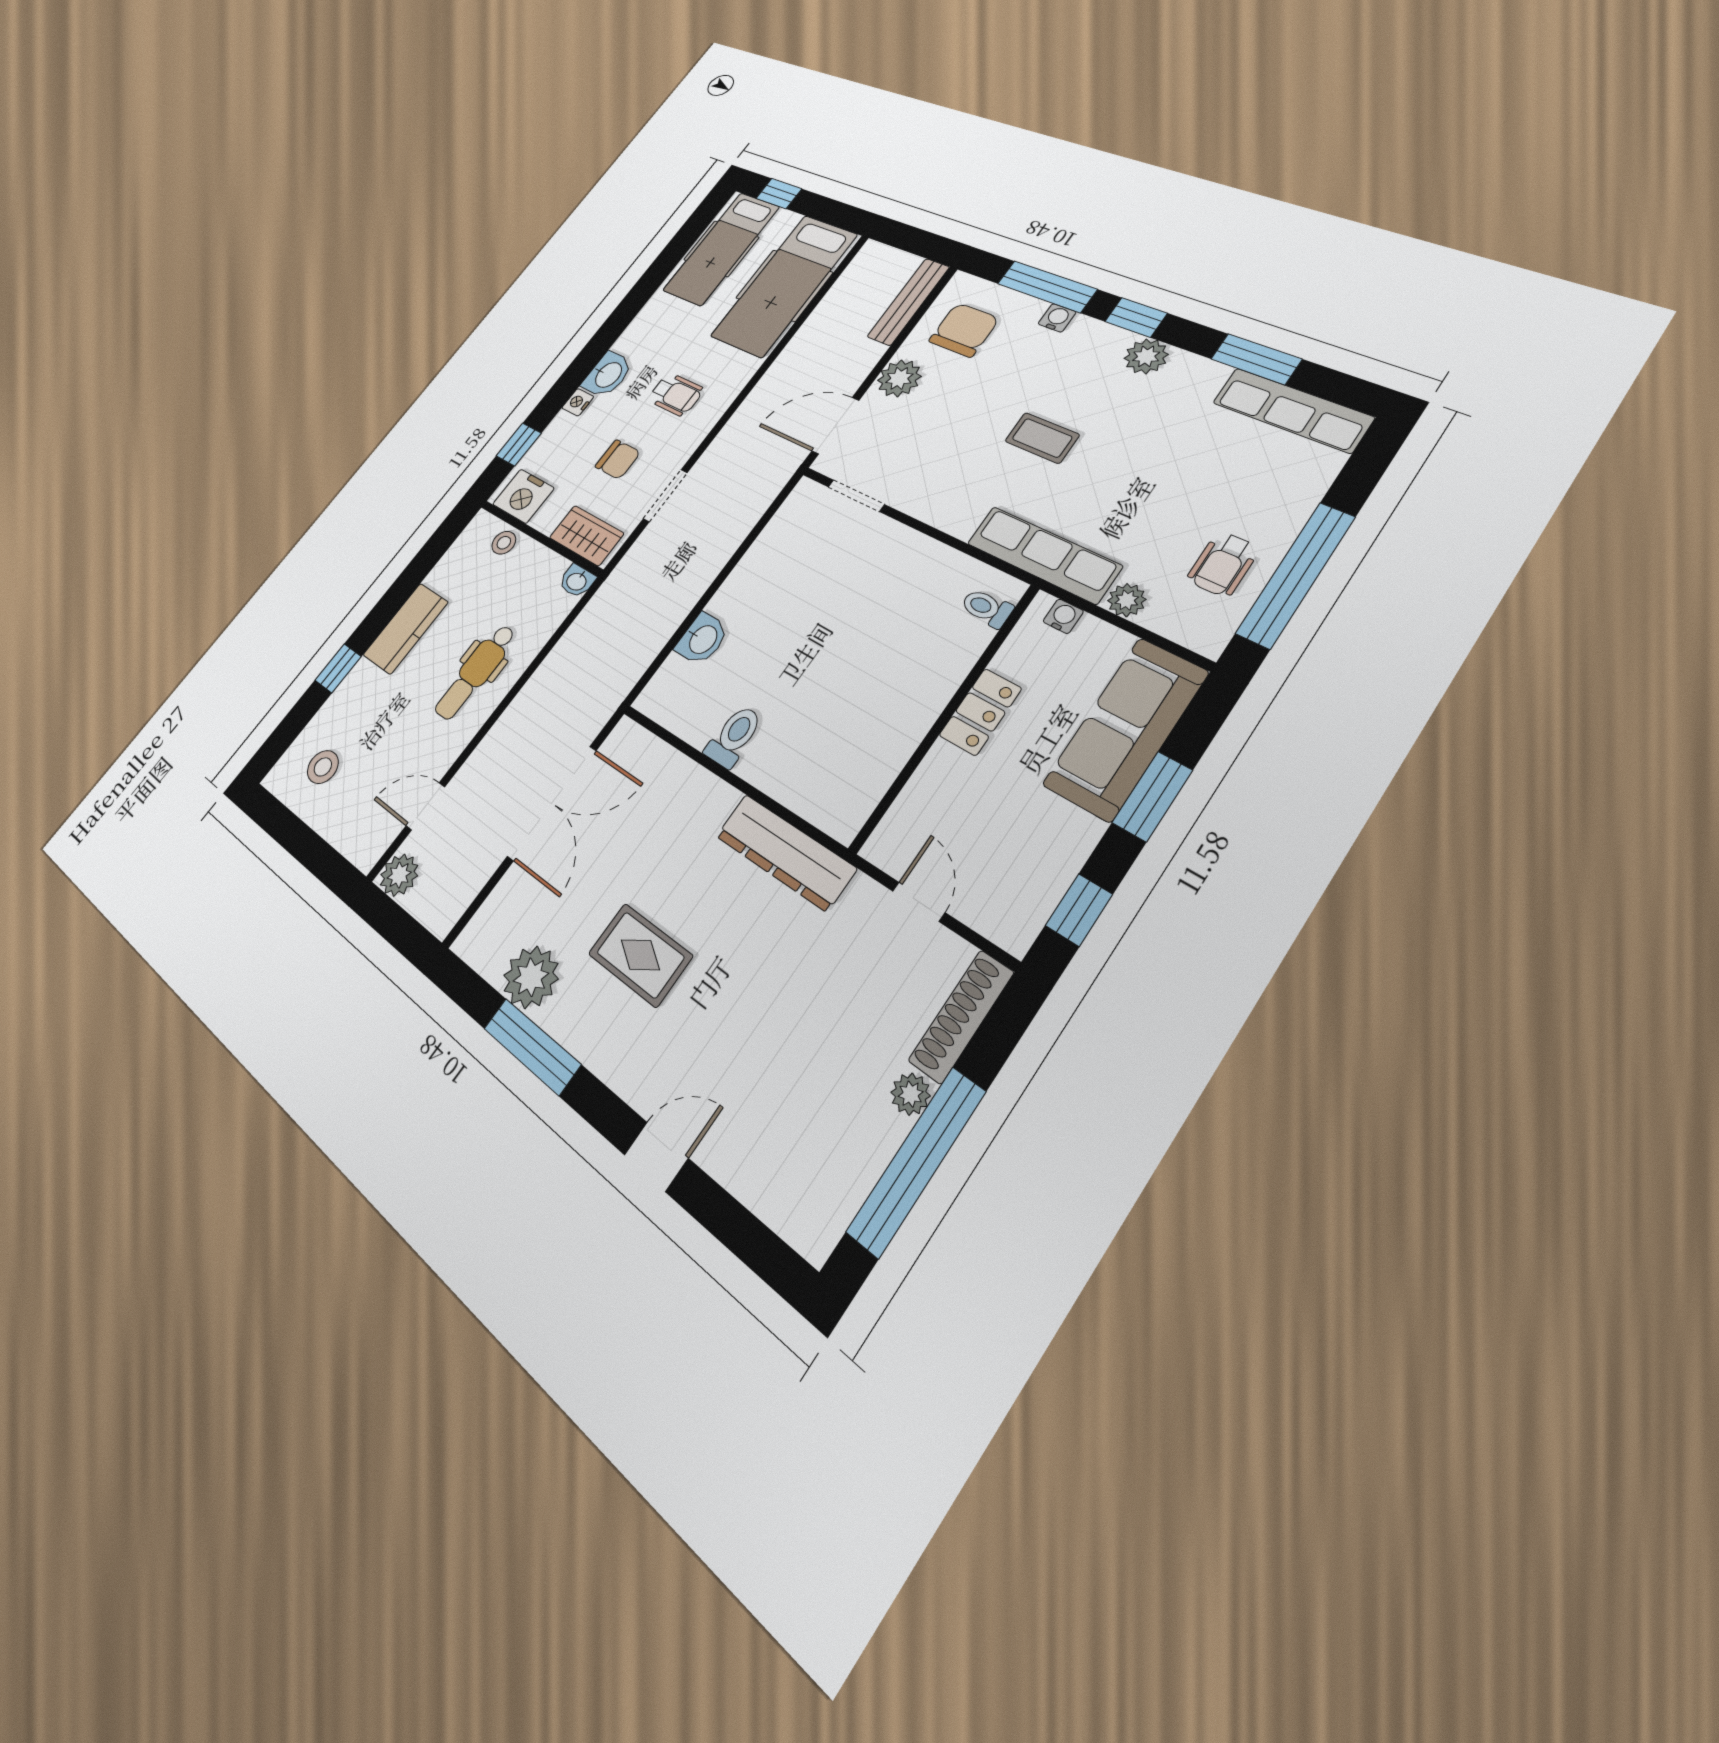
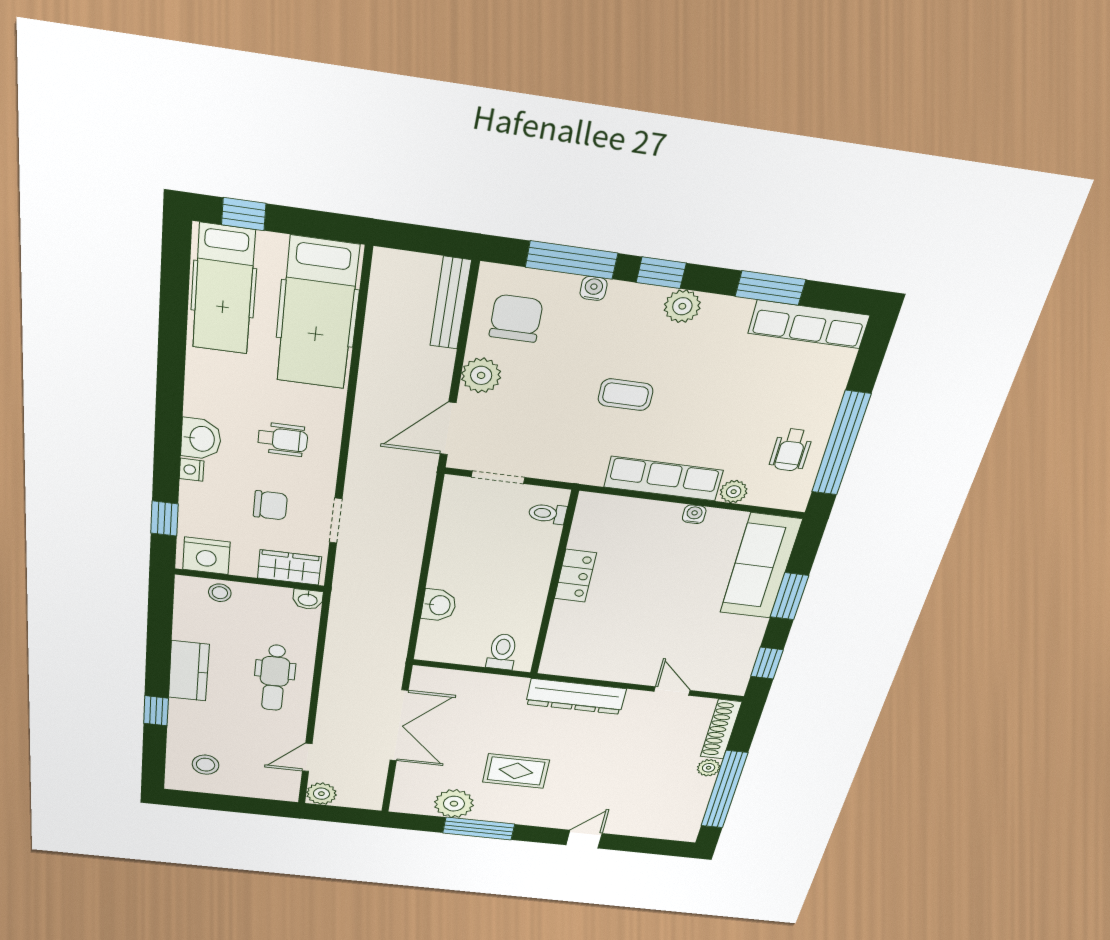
toilet: (987, 608) -> (548, 514), moved
locker: (980, 712) -> (575, 576), moved
wall: (946, 716) -> (554, 585), moved

